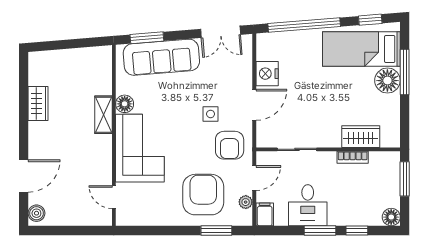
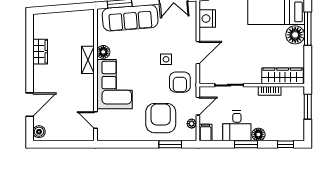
nightstand: (267, 74) -> (207, 19), moved
wardrobe: (361, 137) -> (283, 76), width x1.50
floor lamp: (391, 217) -> (258, 135), moved
window: (357, 230) -> (285, 144), moved

